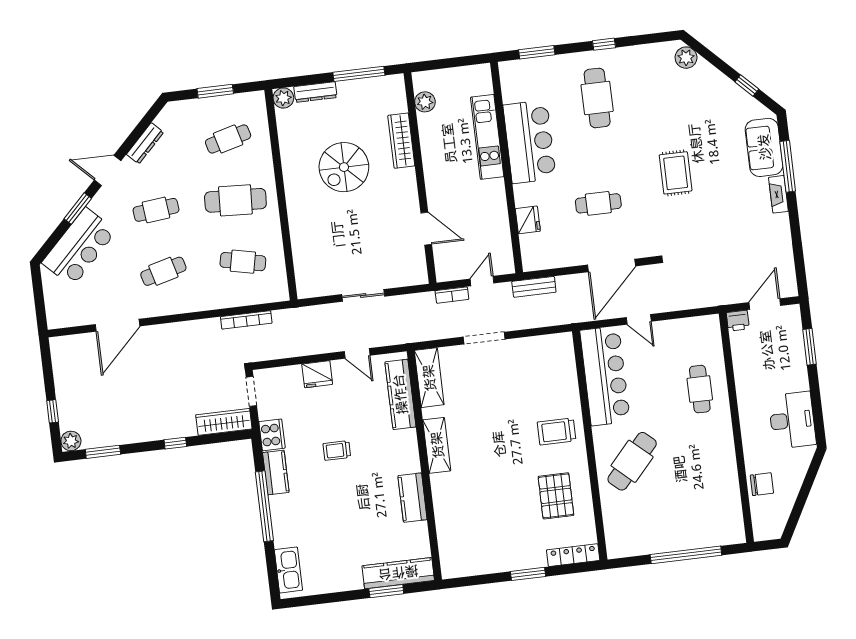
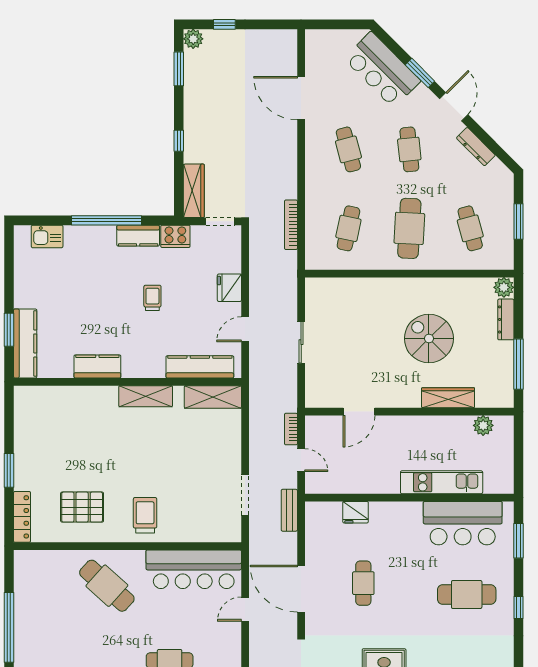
bar counter: (530, 142) -> (463, 523), moved
doorway: (484, 338) -> (245, 495), moved
kitchen sink: (288, 570) -> (47, 236), width x0.73

